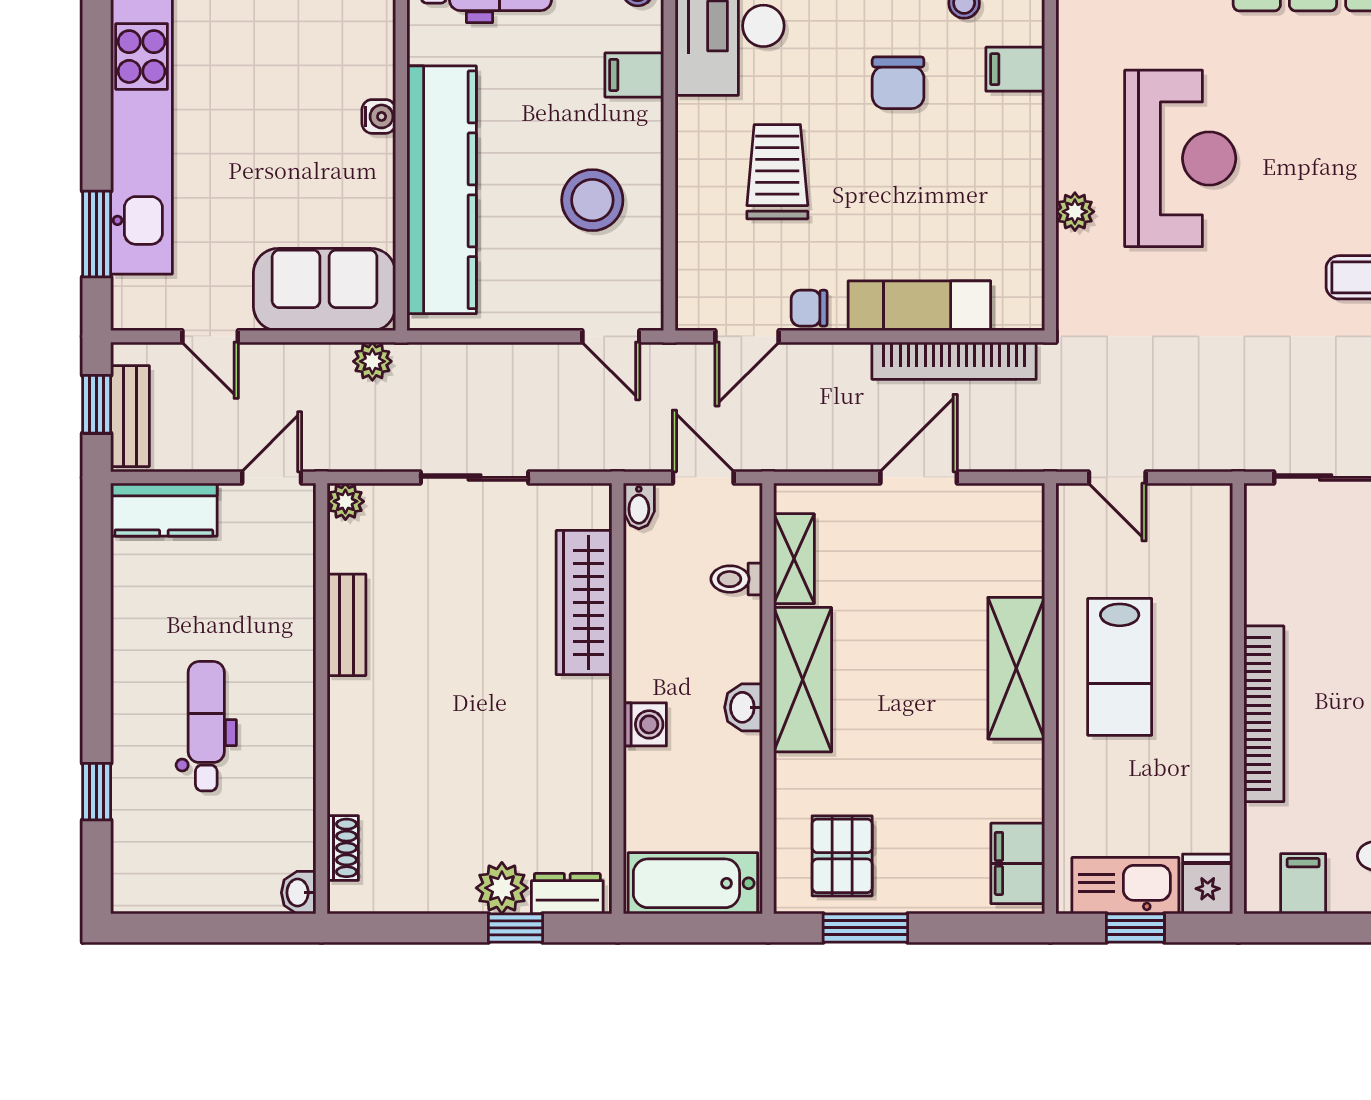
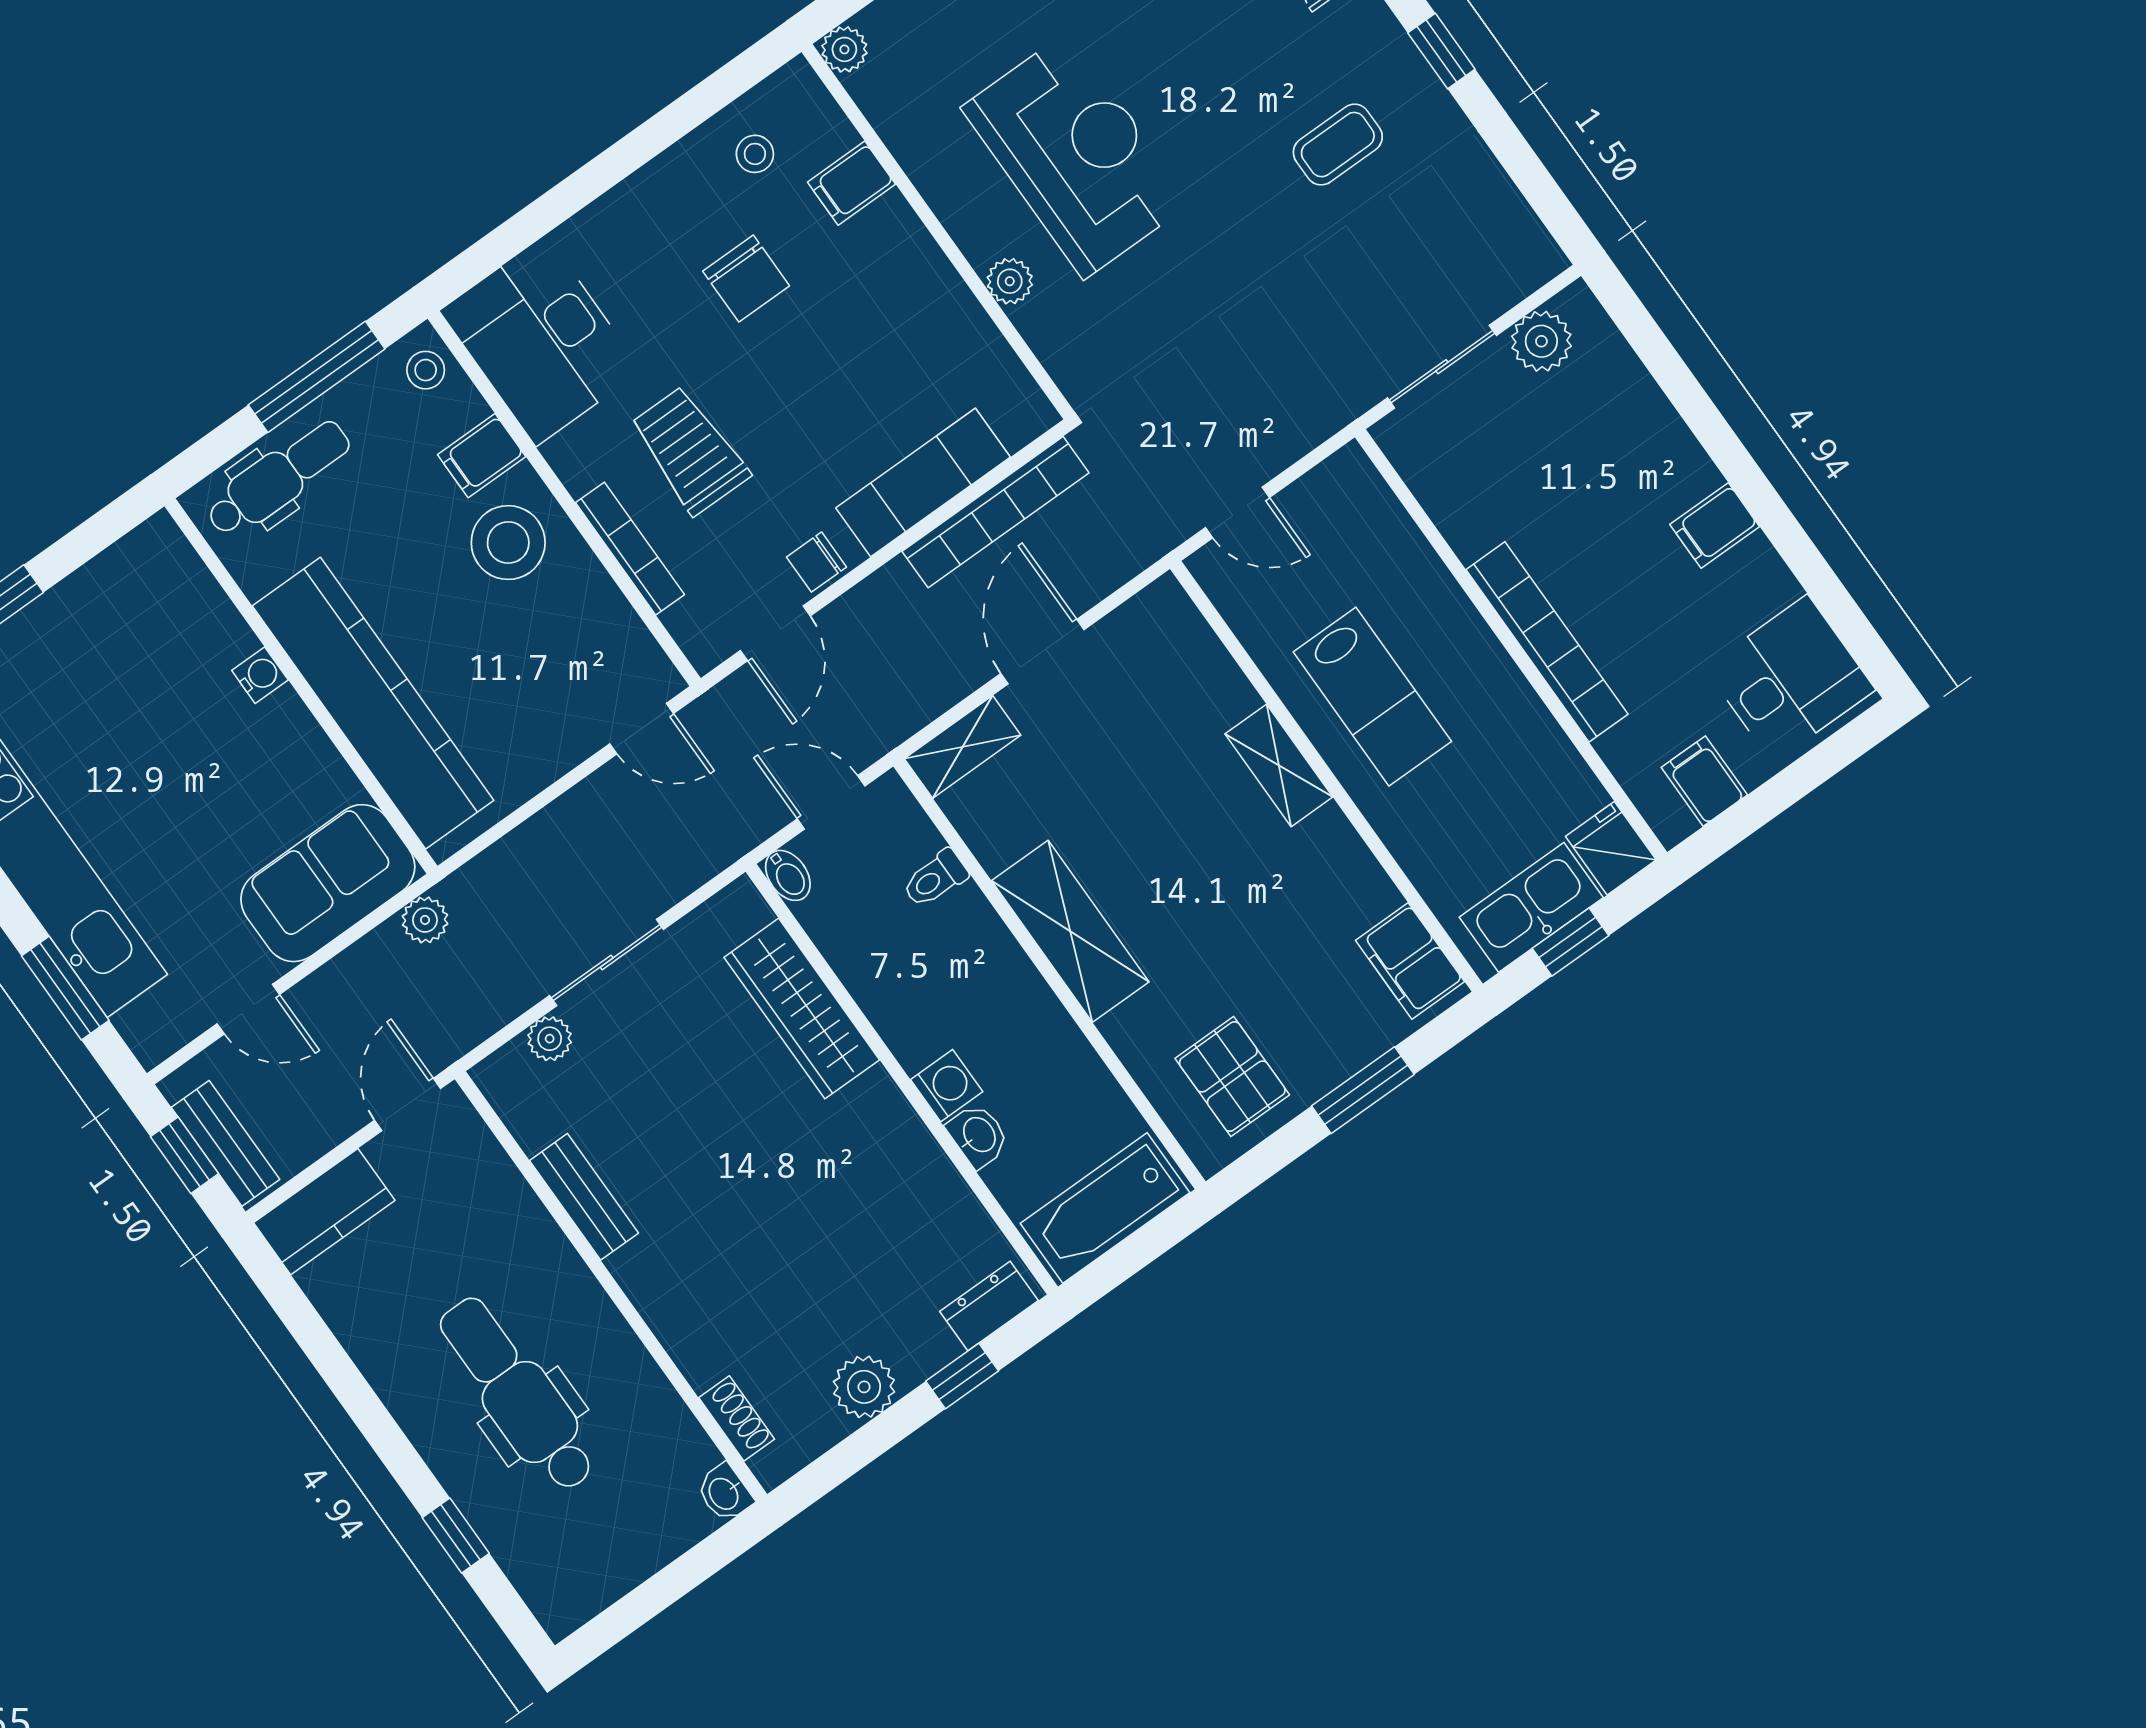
stool: (592, 200) -> (508, 543), moved
bookcase: (690, 209) -> (630, 549), added
plant: (345, 501) -> (550, 1039), moved
shelving: (794, 559) -> (963, 747), moved, turned 90
shelving: (1016, 668) -> (1279, 765), width x0.67, depth x0.75
washbasin: (743, 707) -> (978, 1135), moved, turned 180
dental chair: (206, 726) -> (517, 1394), width x1.36, depth x1.38
plant: (502, 888) -> (864, 1387), moved
window: (865, 928) -> (1363, 1090), moved

